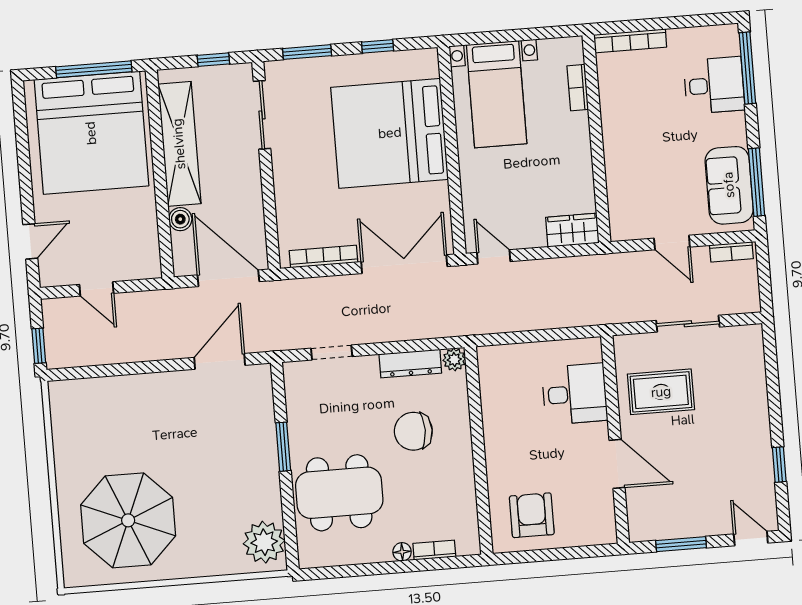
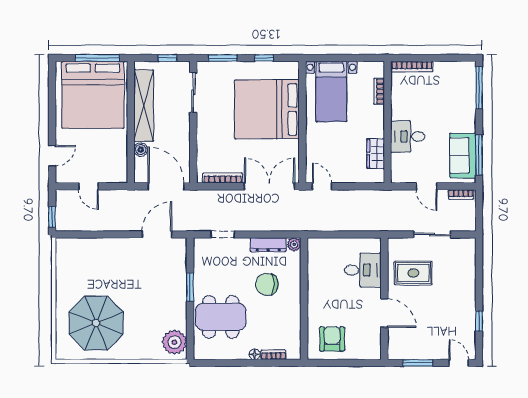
desk: (714, 85) -> (408, 136), moved, turned 180
wardrobe: (572, 230) -> (376, 154), moved, turned -90

